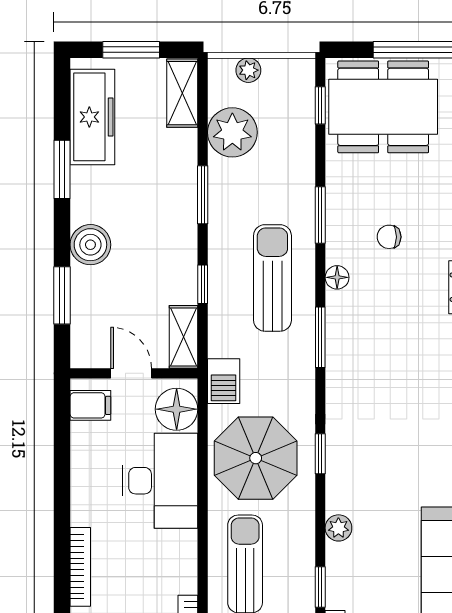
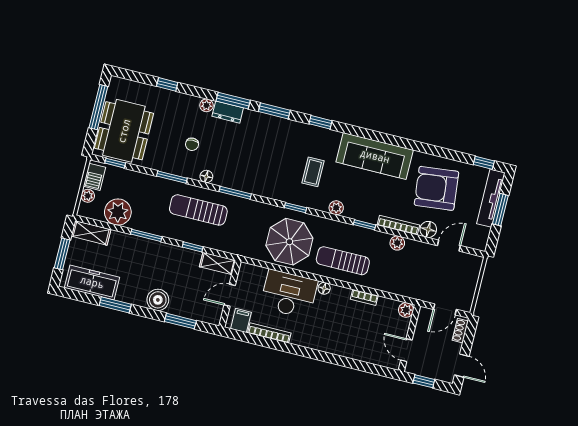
barbecue: (224, 381) -> (94, 177), moved, turned 90
floor lamp: (177, 409) -> (324, 288), moved, width x0.53, depth x0.53
coffee table: (393, 470) -> (313, 172), added
bookcase: (80, 567) -> (269, 333), moved

